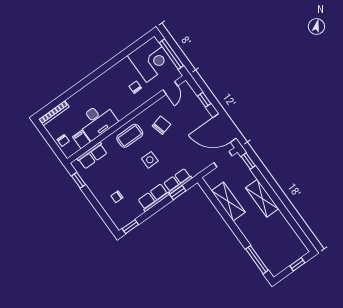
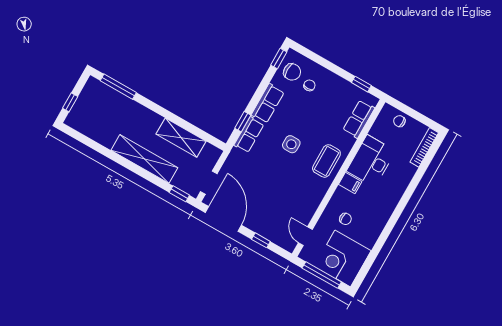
chair: (161, 125) -> (292, 72), moved, turned -75
door: (224, 128) -> (223, 219), hinge flipped
filing cabinet: (81, 139) -> (350, 183), moved
shelving: (262, 198) -> (144, 159), width x1.47

